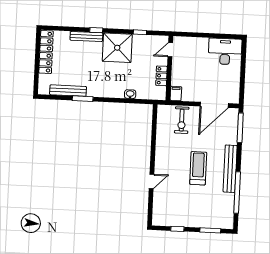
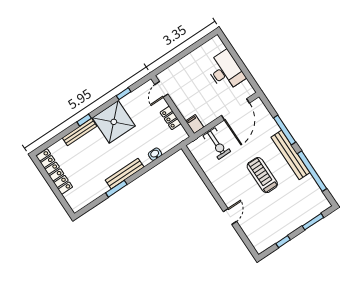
desk: (225, 51) -> (225, 71), moved, turned 90
bench: (68, 91) -> (125, 174), moved
window: (240, 128) -> (285, 130), moved

